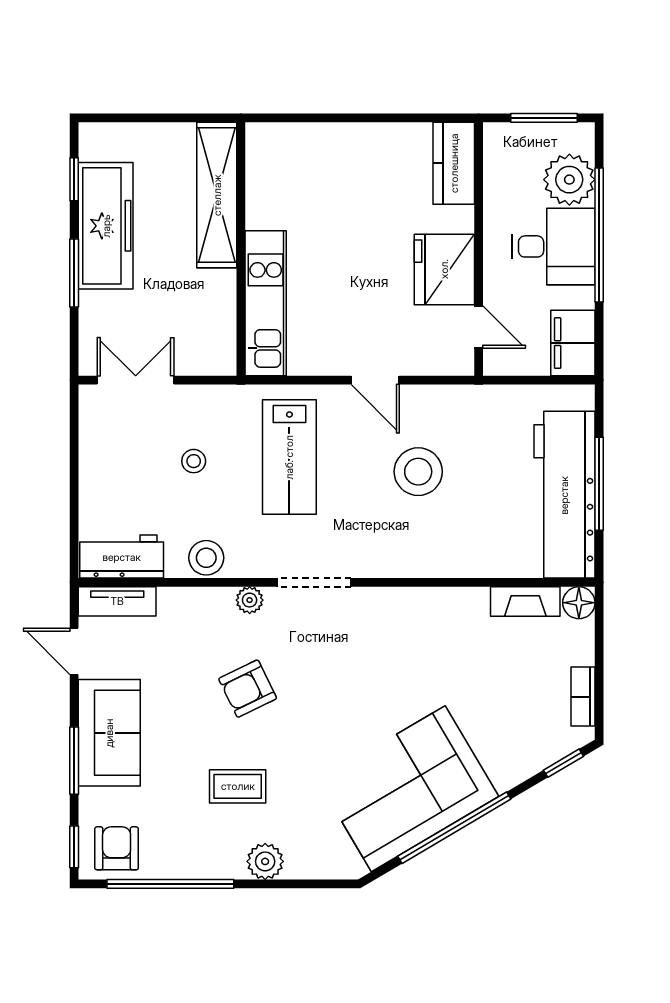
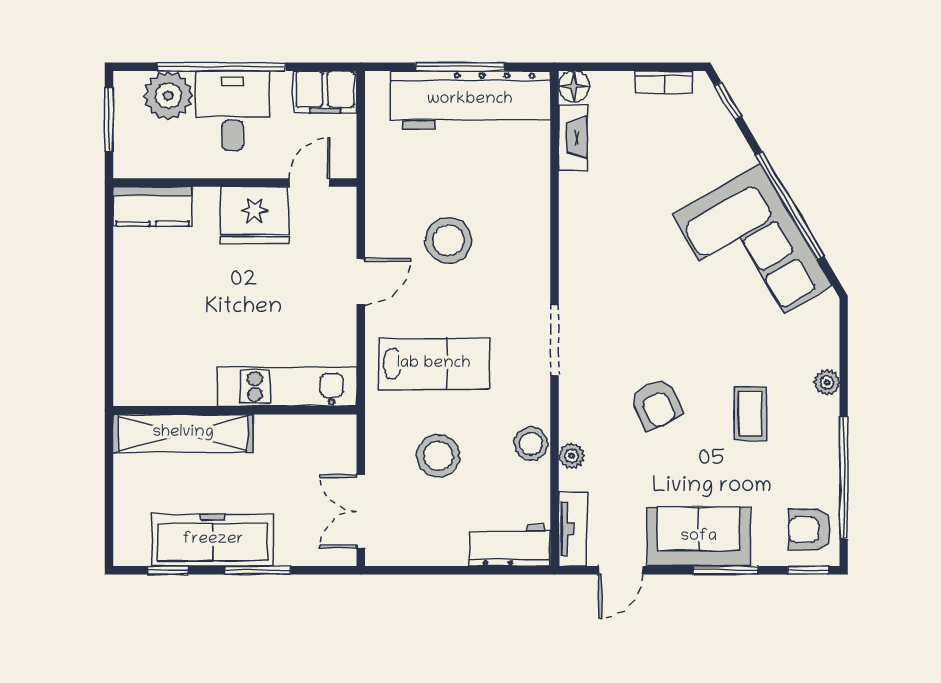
stool: (194, 461) -> (438, 456), width x1.89, depth x1.89
workbench: (122, 557) -> (510, 545), moved, turned 90
plant: (250, 600) -> (571, 456), moved
plant: (265, 861) -> (827, 382), width x0.73, depth x0.73

